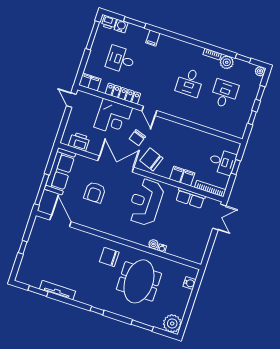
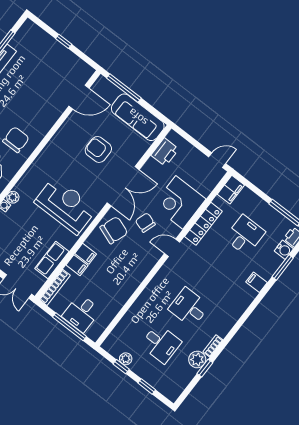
window: (243, 58) -> (205, 368), moved
plant: (260, 71) -> (126, 359), moved
window: (236, 167) -> (70, 327), width x2.17

